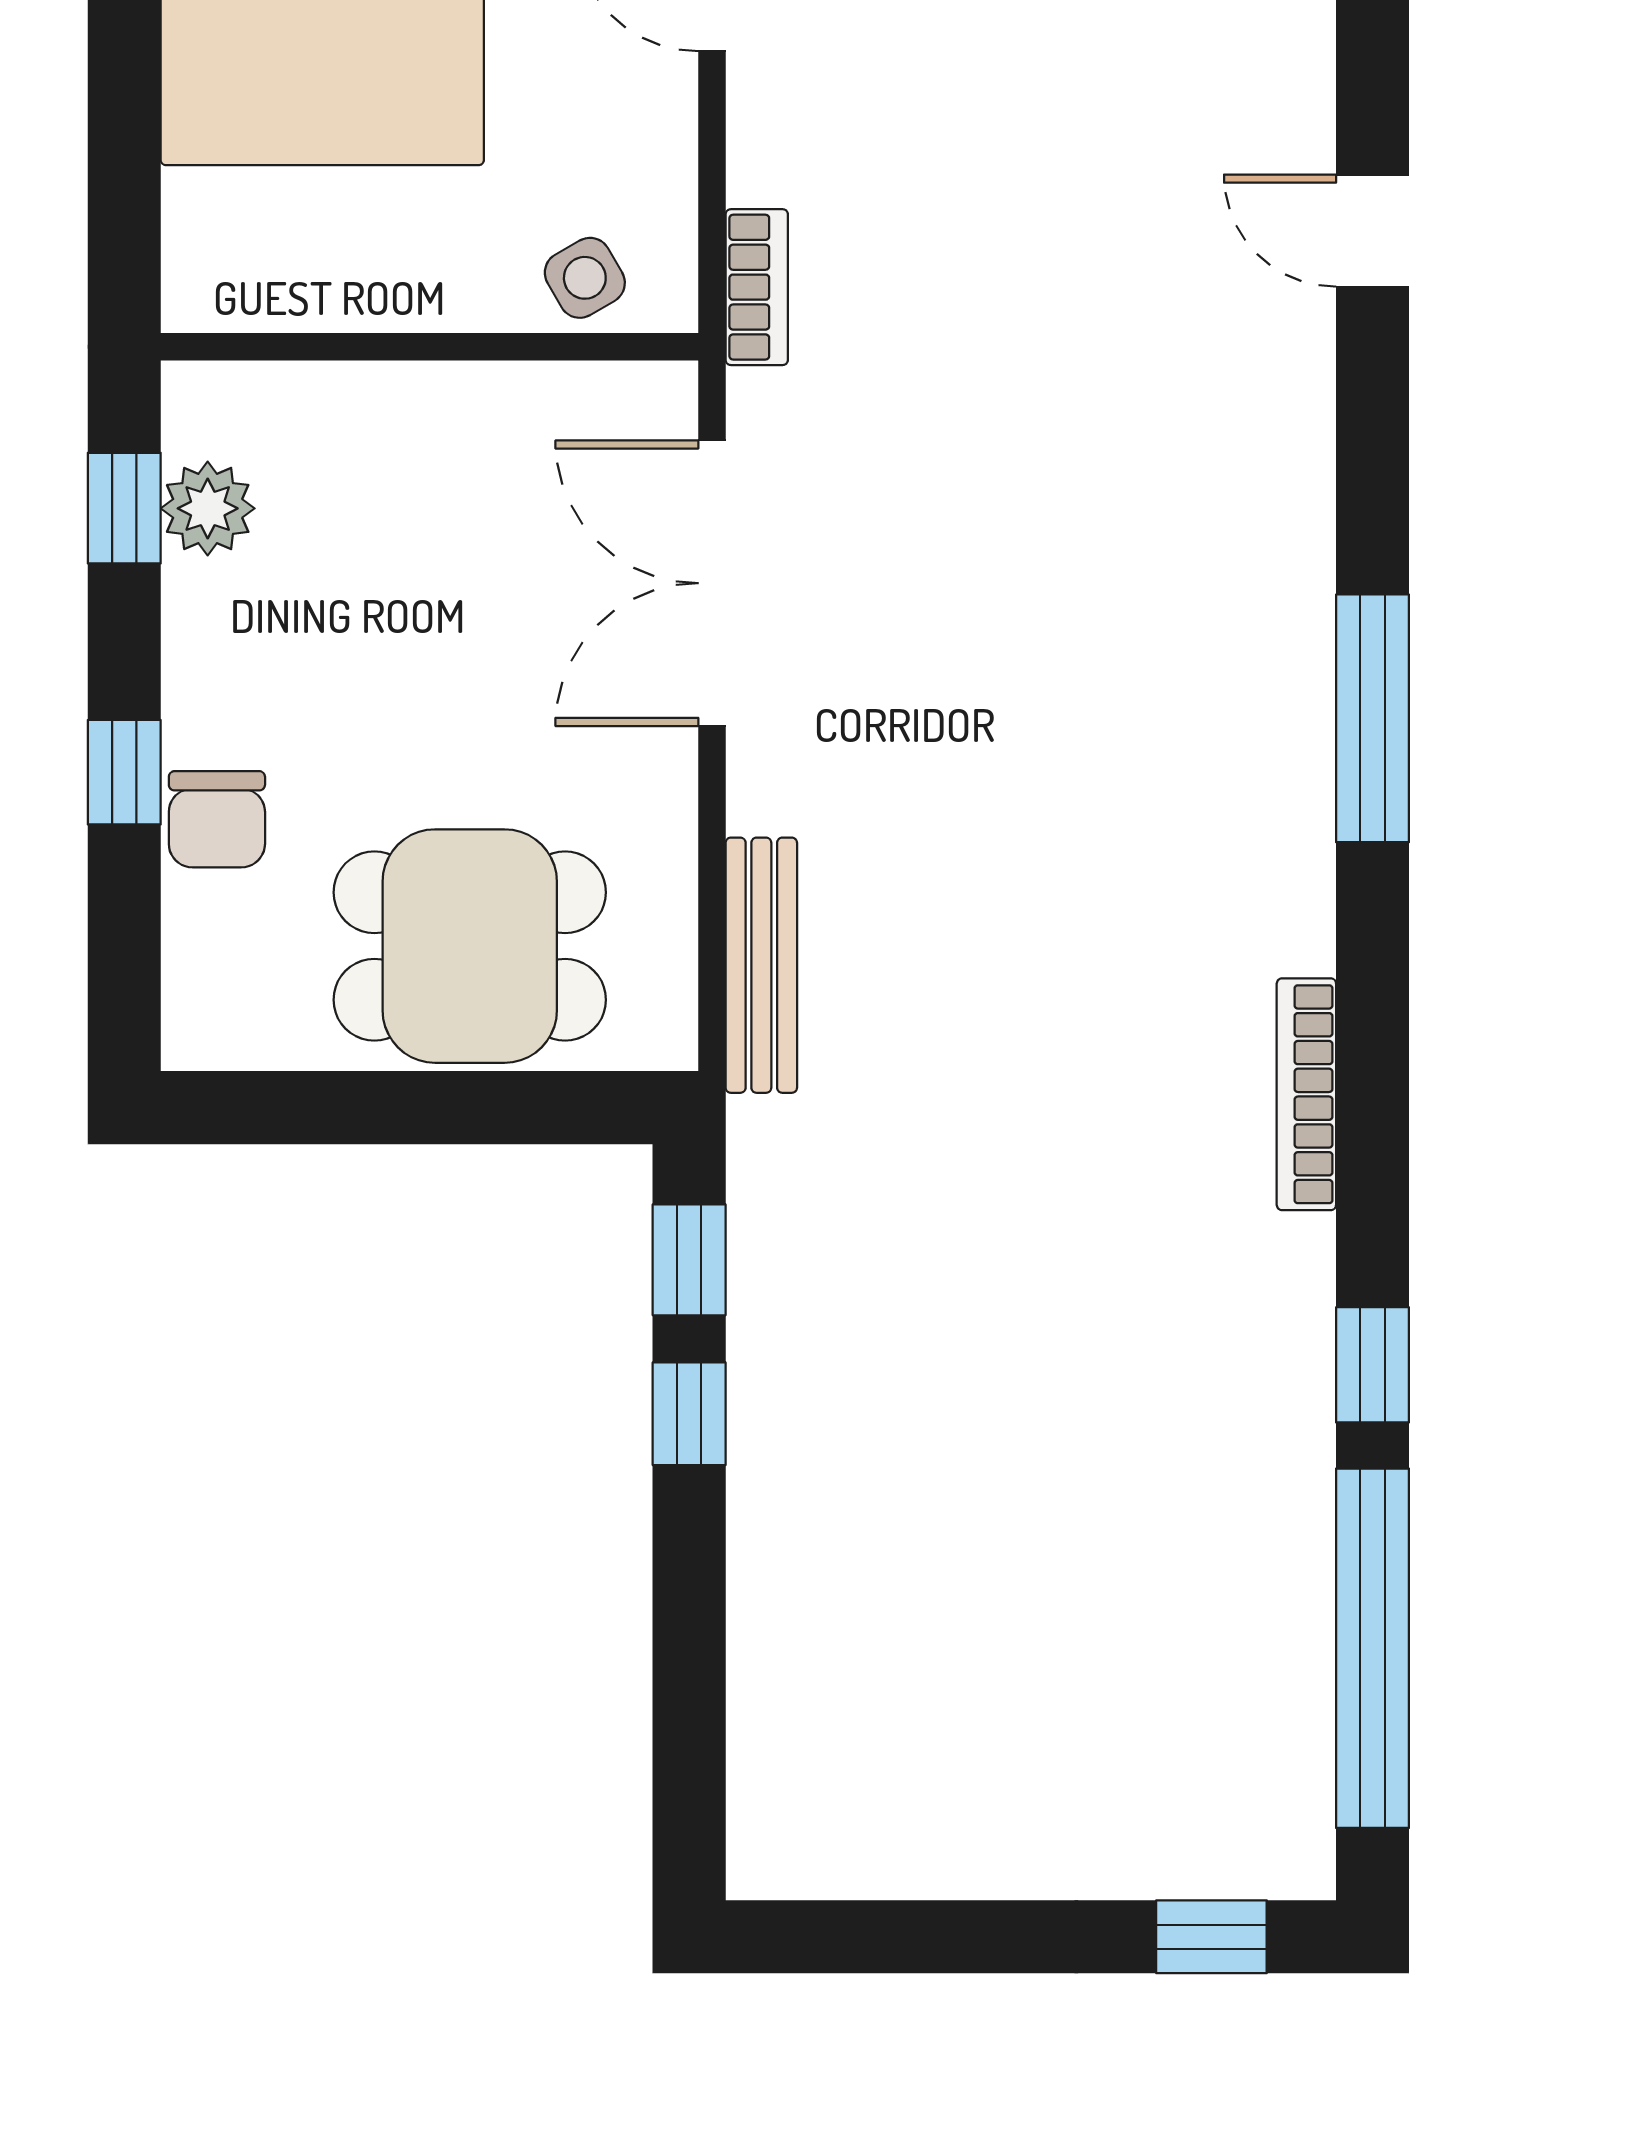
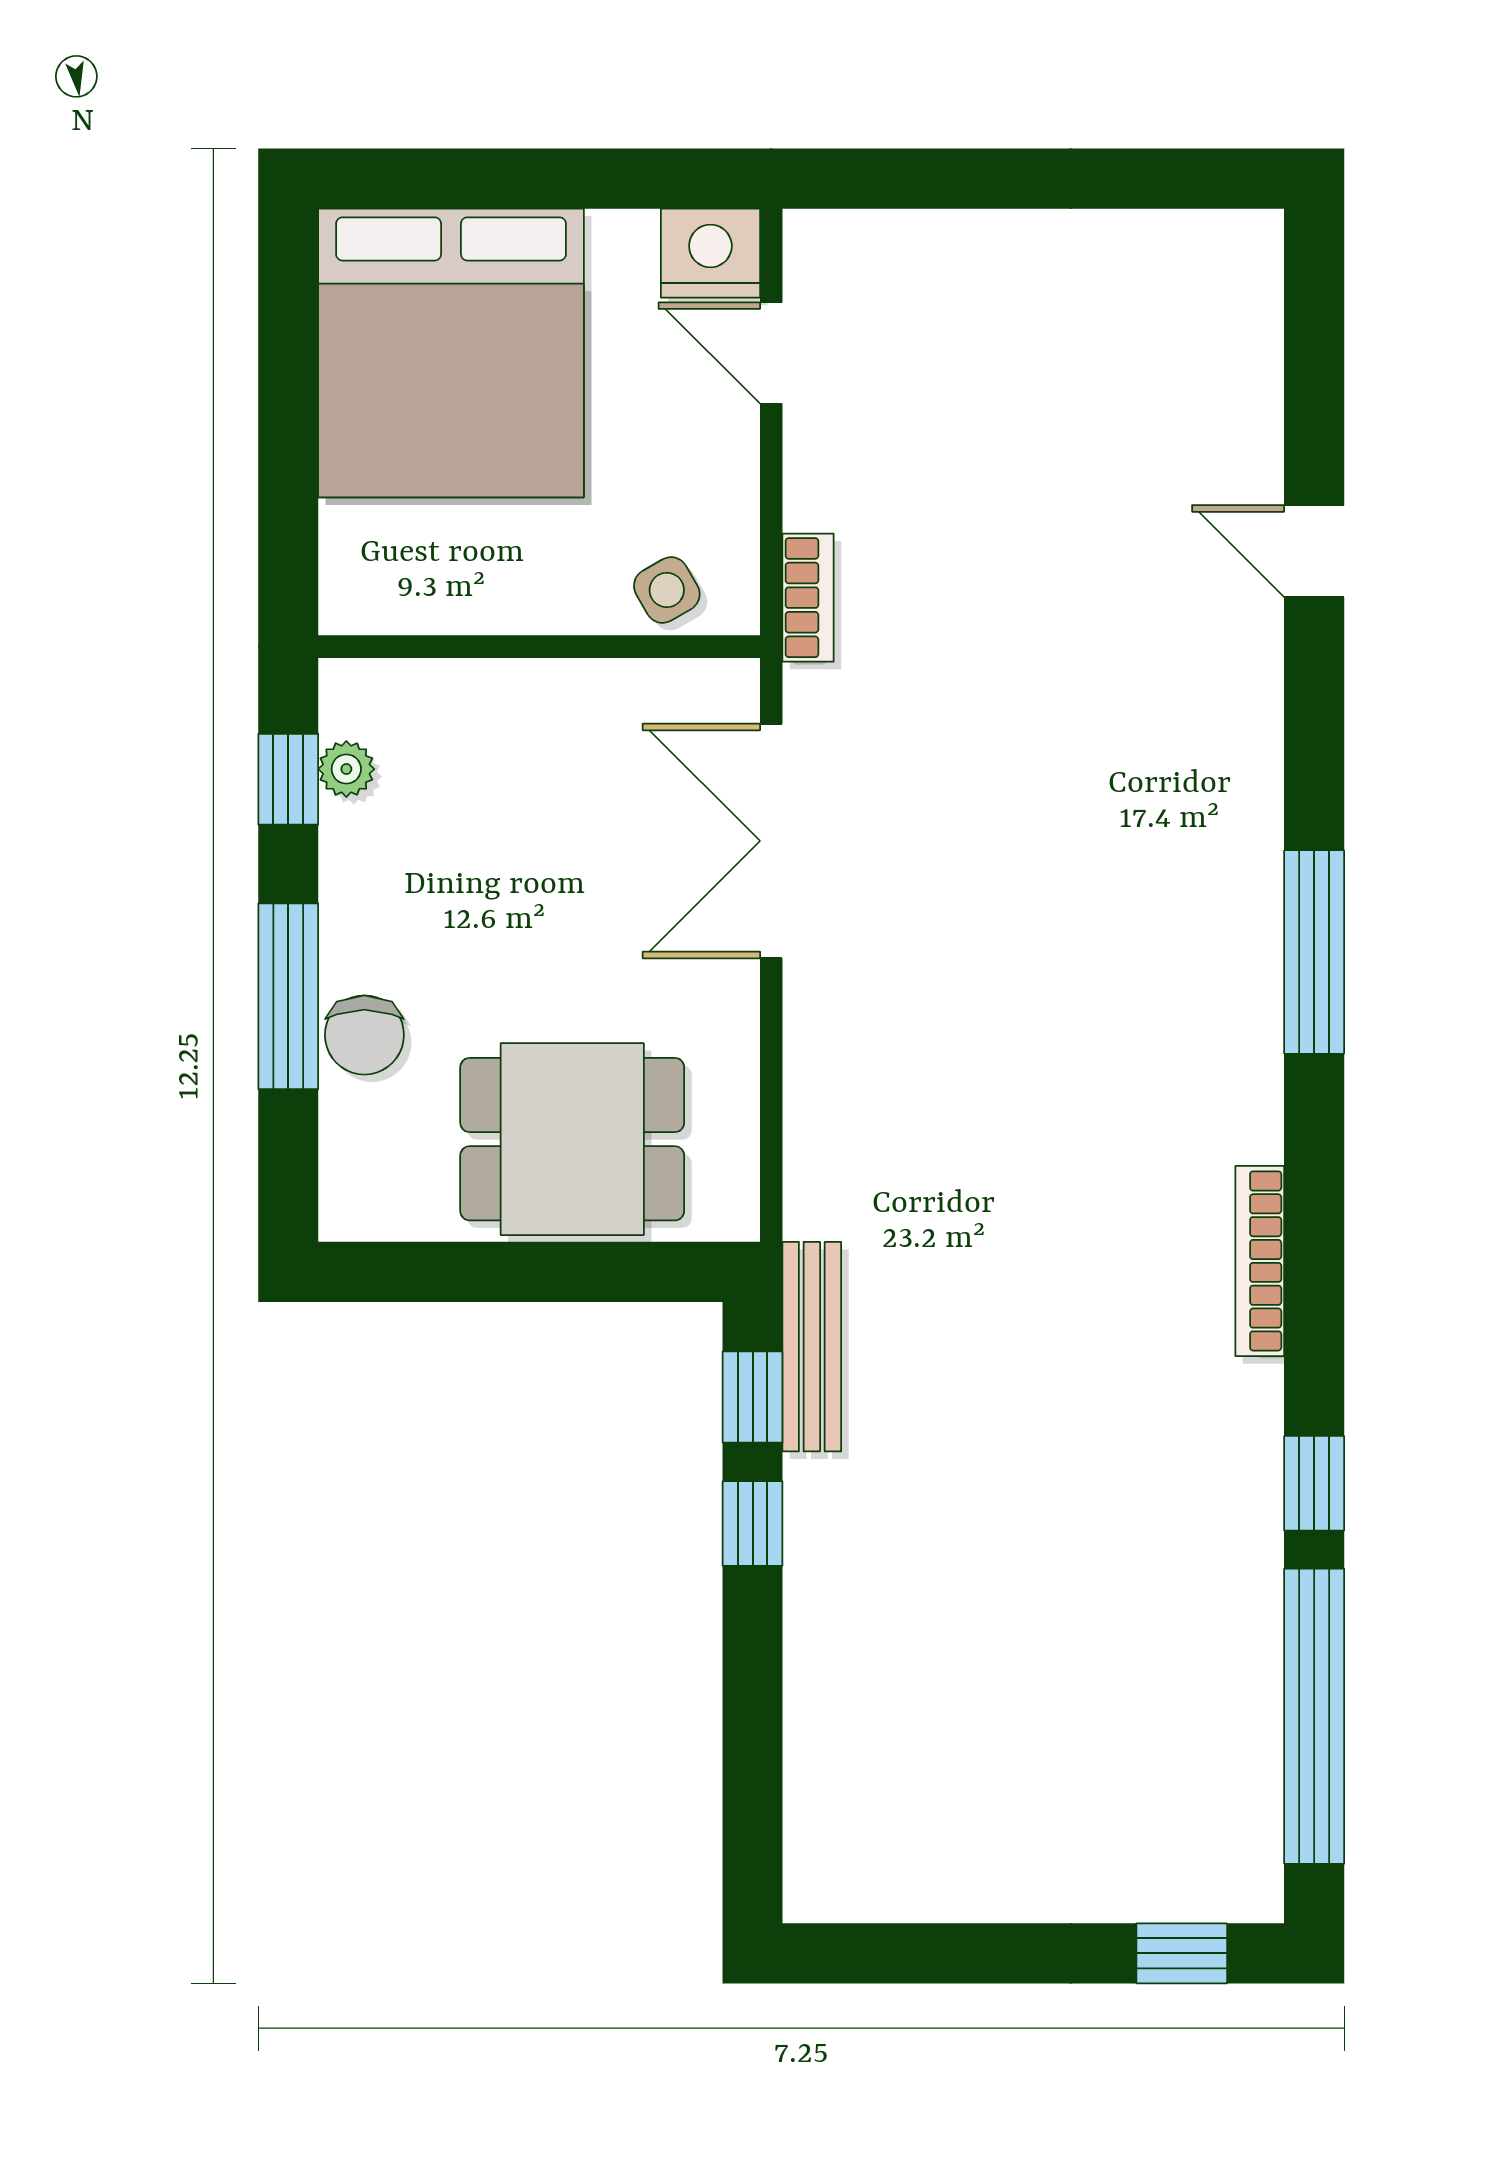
plant: (208, 508) -> (346, 769), width x0.73, depth x0.73
window: (124, 772) -> (288, 996), width x2.17
bench: (761, 965) -> (812, 1347), moved

